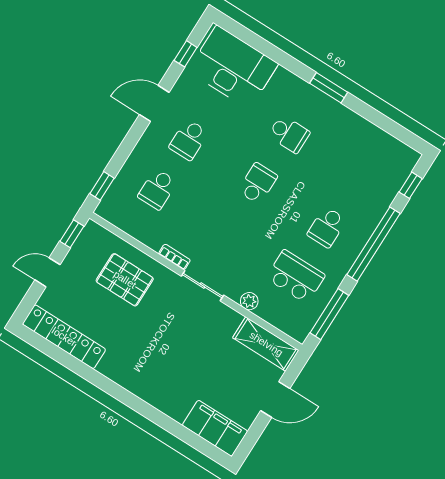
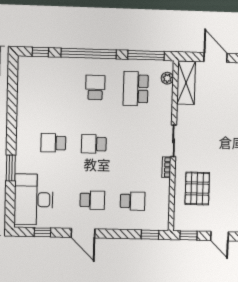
window: (329, 88) -> (11, 168), moved
school desk: (289, 134) -> (53, 143), turned -90
school desk: (327, 227) -> (95, 87), turned -90
plant: (249, 301) -> (167, 78), moved

